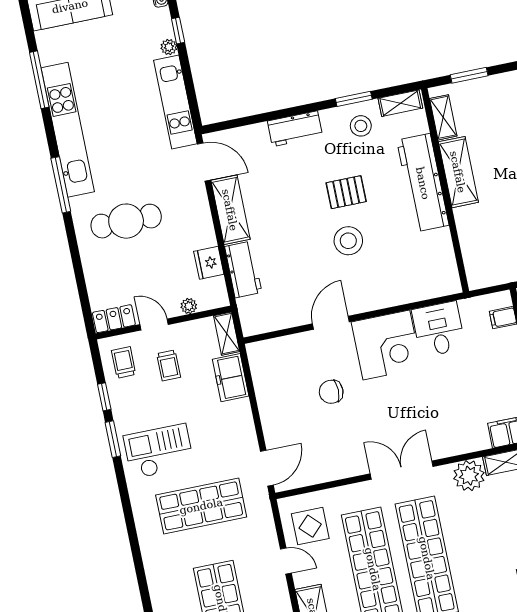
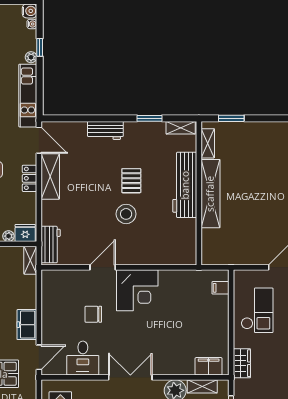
stool: (361, 126) -> (151, 138), removed
shelving: (458, 172) -> (210, 194), width x1.47
pallet: (346, 192) -> (131, 181), turned 90
locker: (202, 218) -> (30, 178), added
fridge: (209, 263) -> (25, 233), moved, turned 90
workbench: (243, 269) -> (51, 245), moved
desk: (439, 329) -> (83, 358), moved, turned 180
freezer: (231, 378) -> (27, 325), moved

